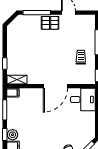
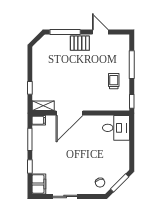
door: (55, 86) -> (69, 113), moved
plant: (13, 135) -> (38, 167), removed

